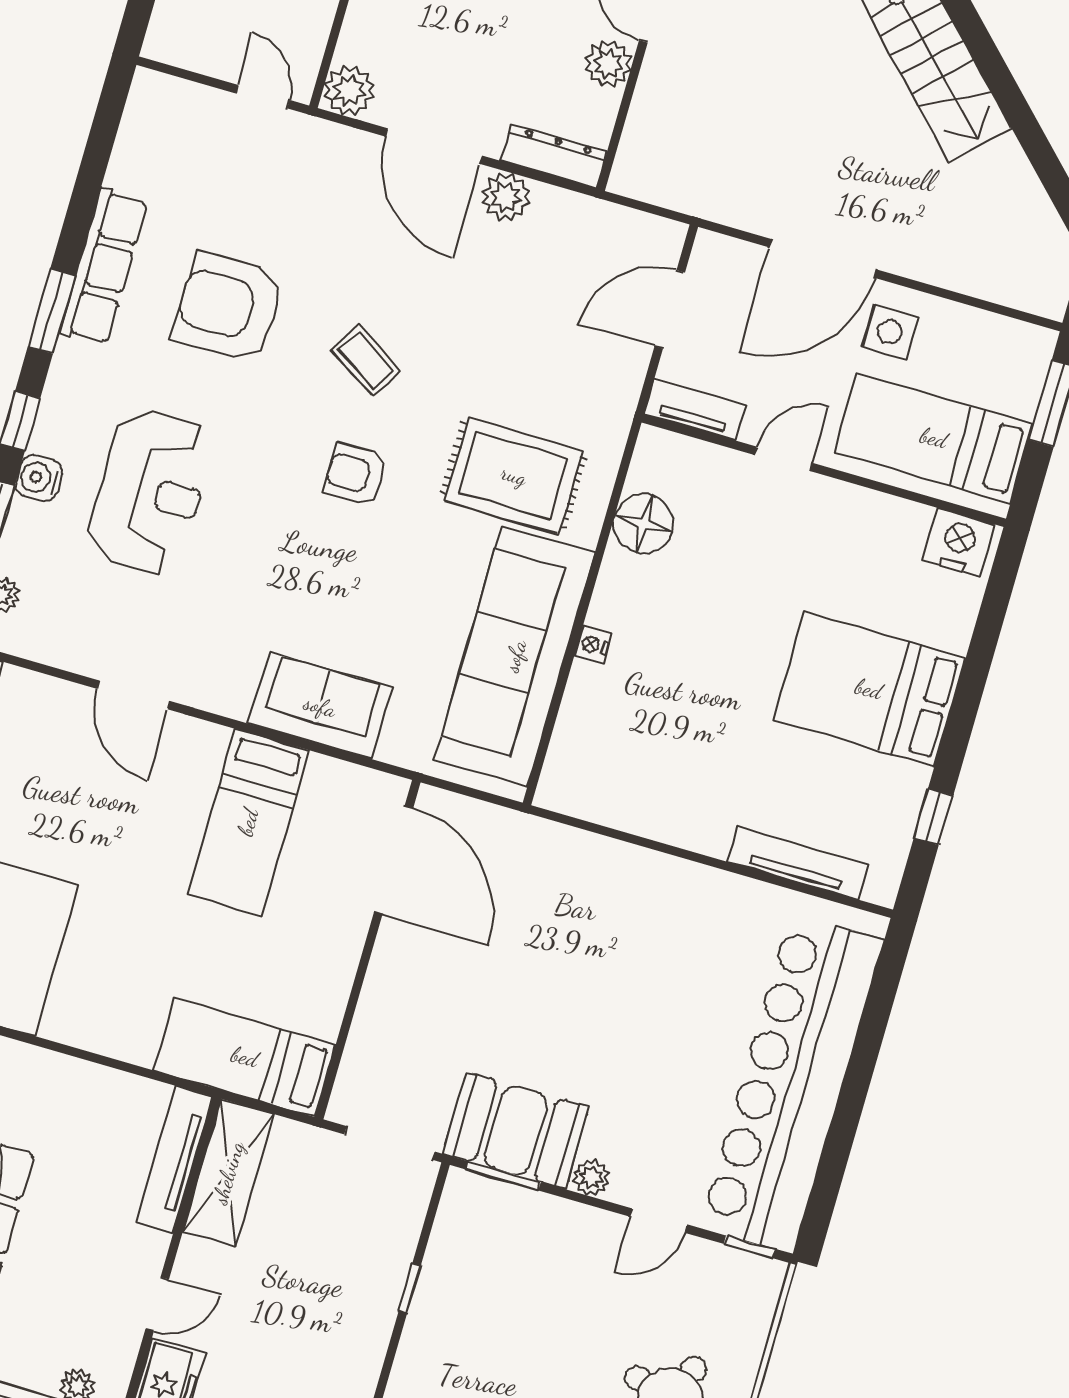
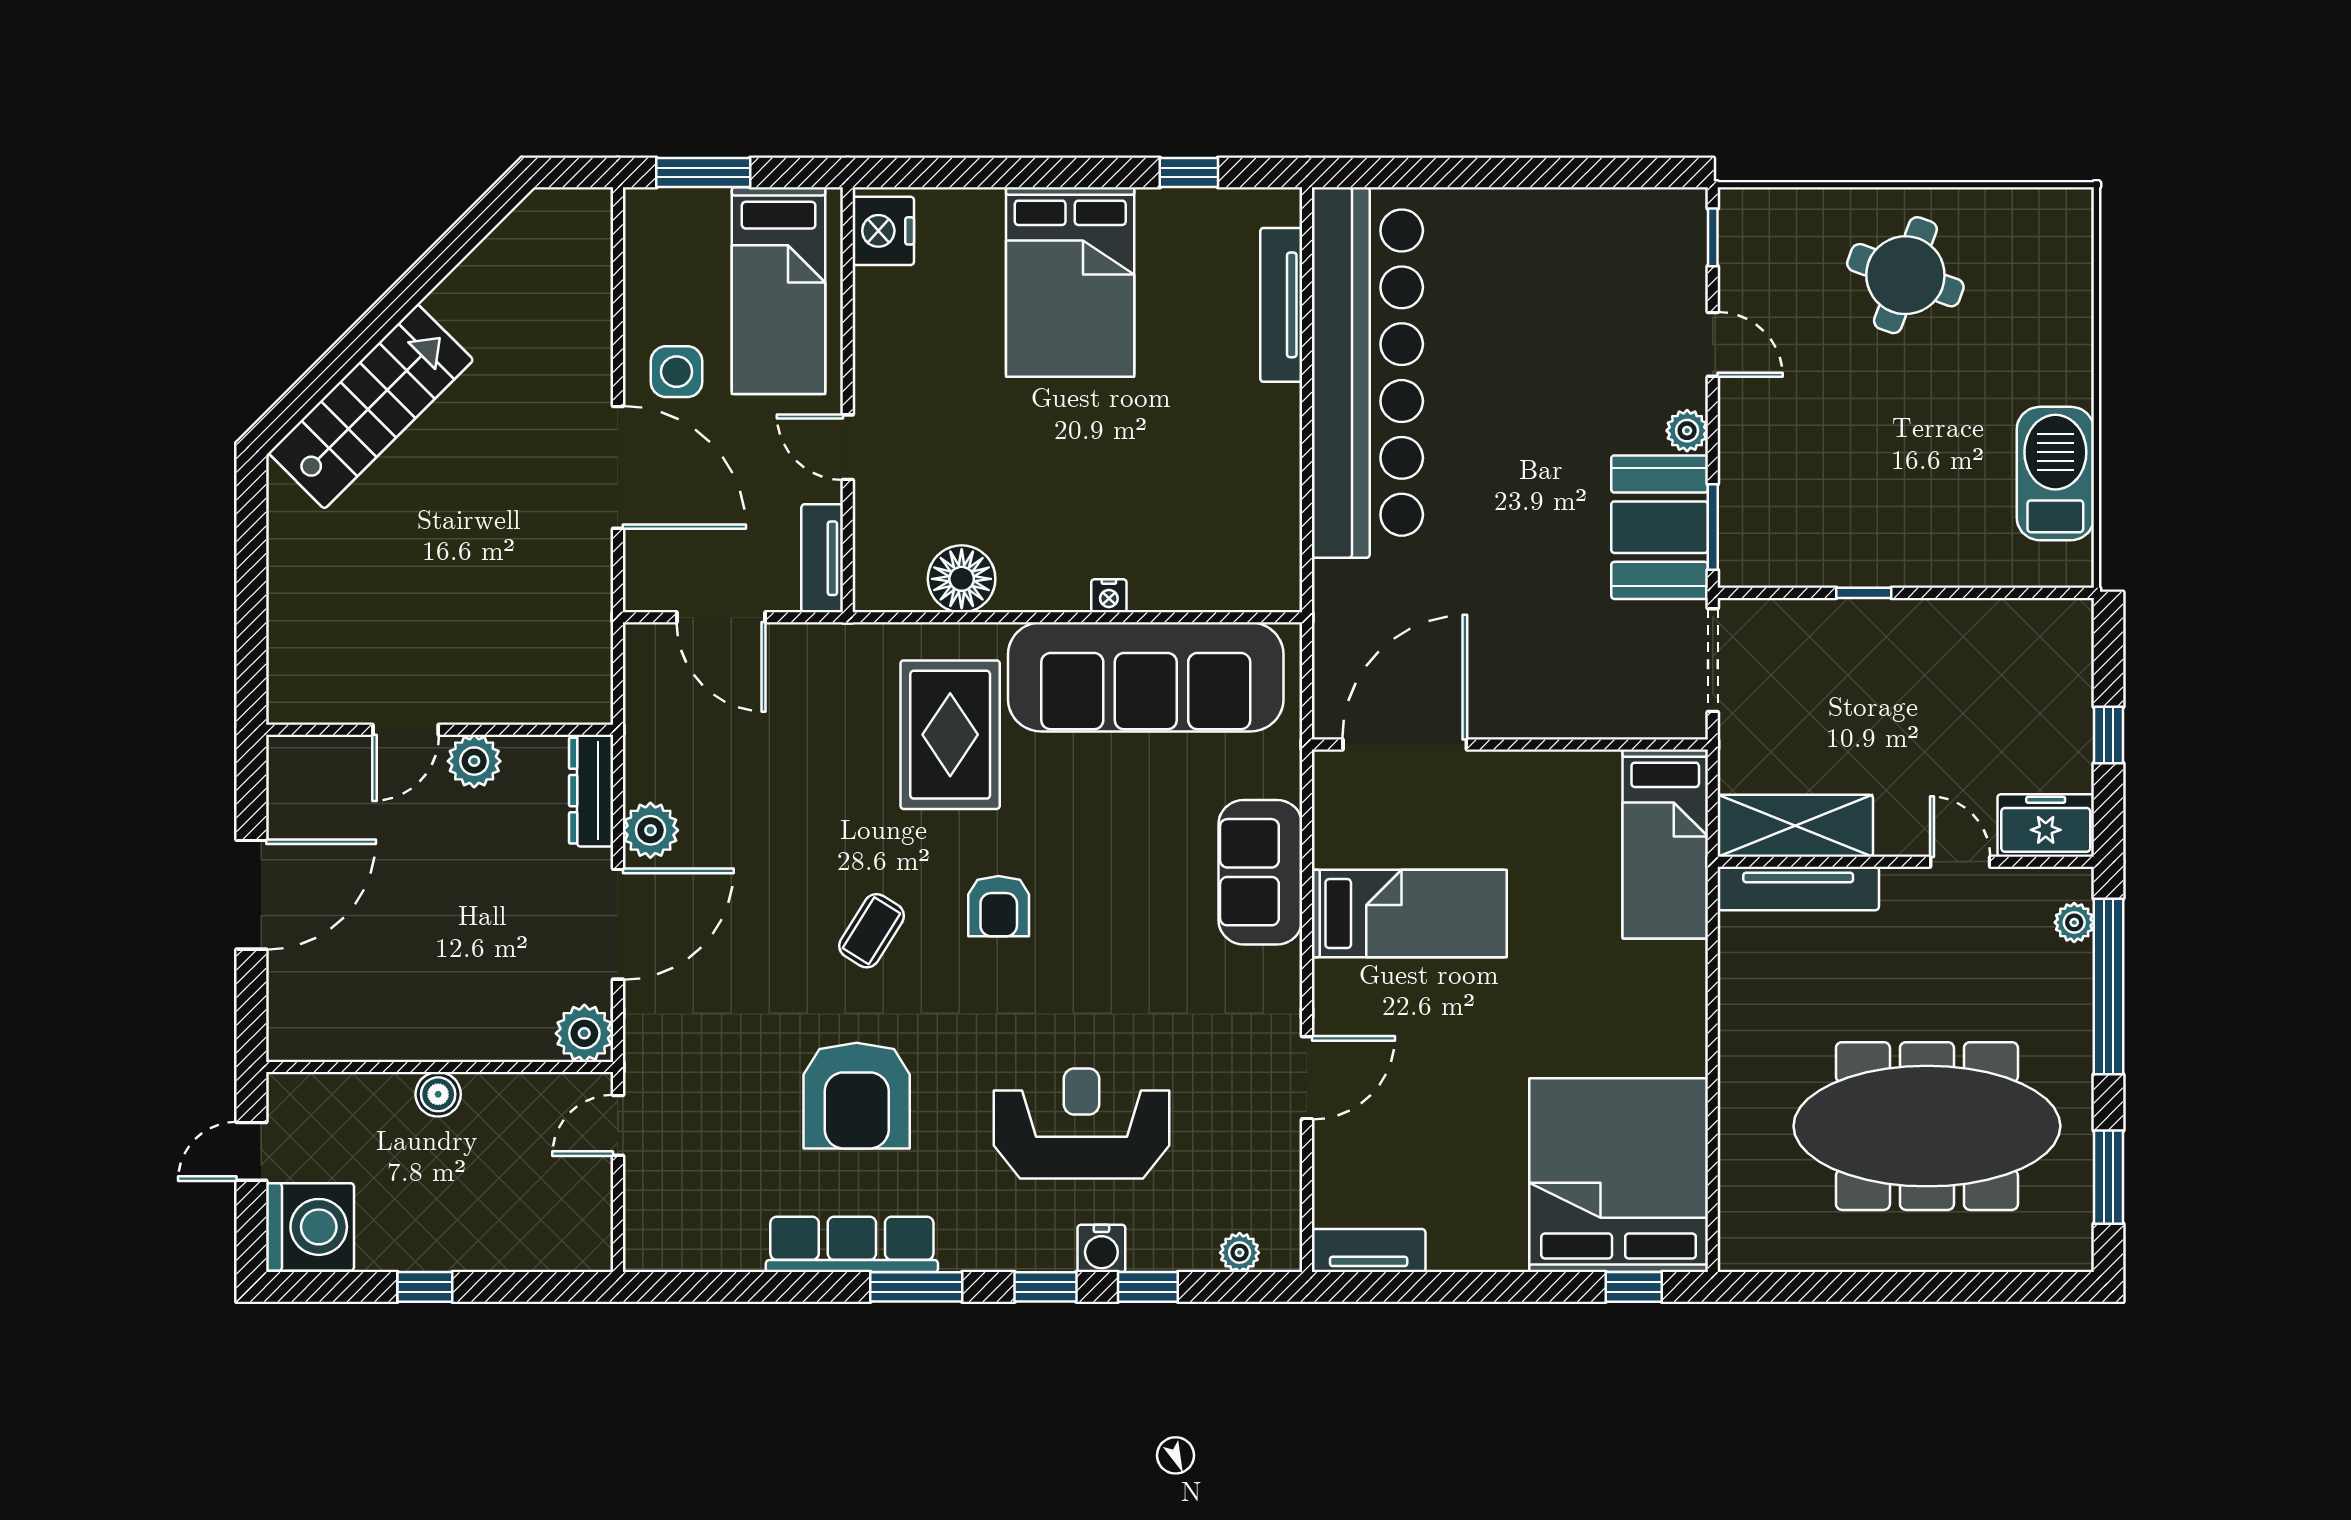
bar counter: (792, 1084) -> (1367, 373), moved, turned -90

